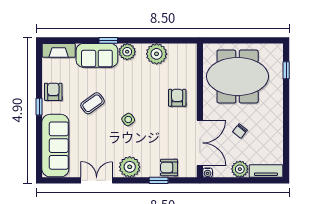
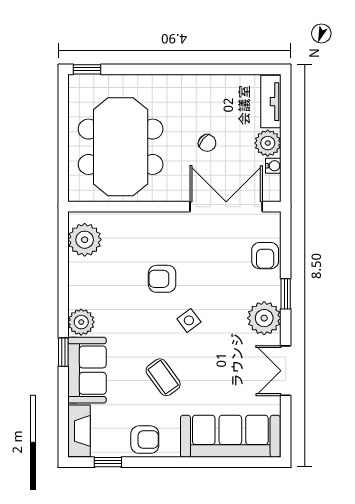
plant: (157, 54) -> (85, 240), moved
window: (286, 70) -> (87, 69), moved
armchair: (53, 92) -> (145, 440), turned 180
armchair: (177, 98) -> (162, 279), moved
window: (39, 107) -> (108, 462), moved
water cooler: (208, 173) -> (273, 166), moved
window: (159, 180) -> (286, 294), moved

